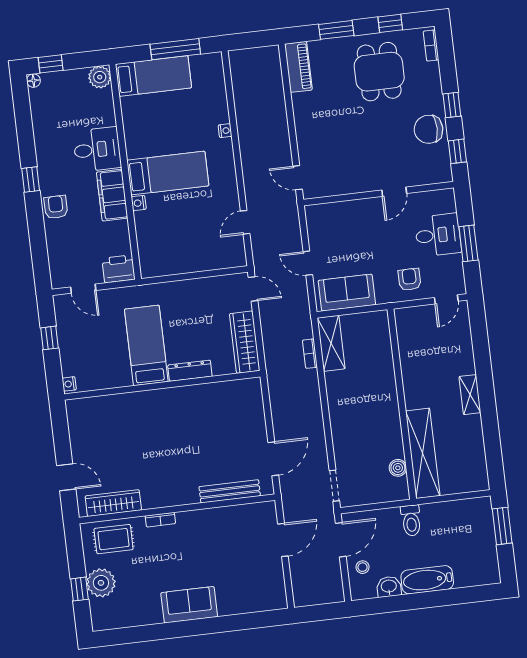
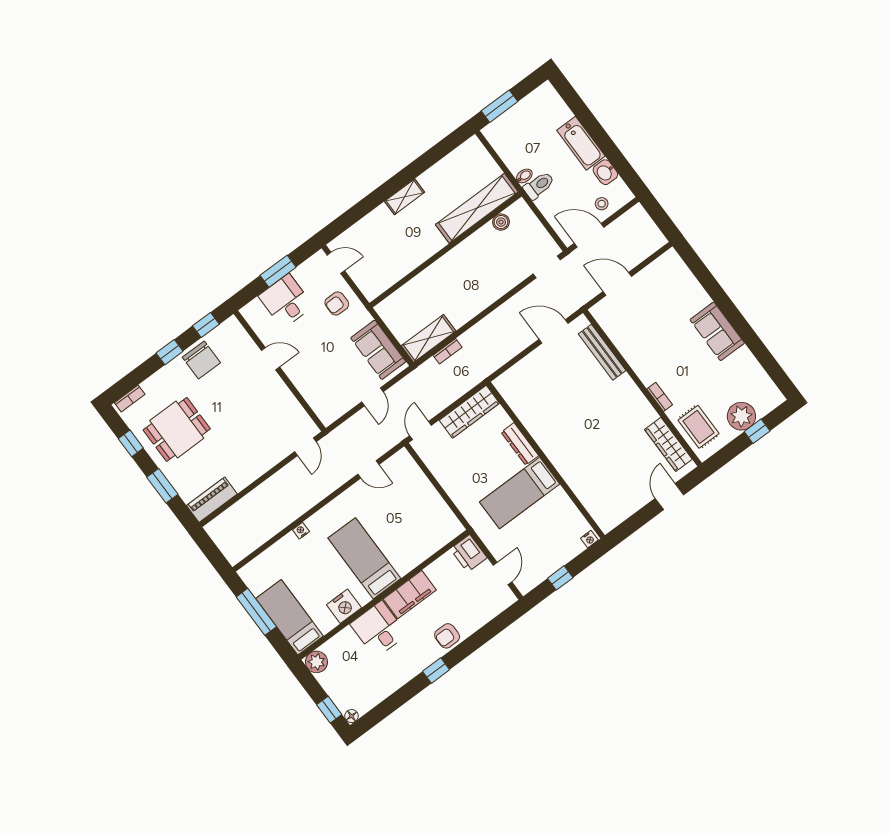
nightstand: (139, 203) -> (344, 606), moved, width x1.89, depth x1.79
bidet: (427, 512) -> (524, 176), added

